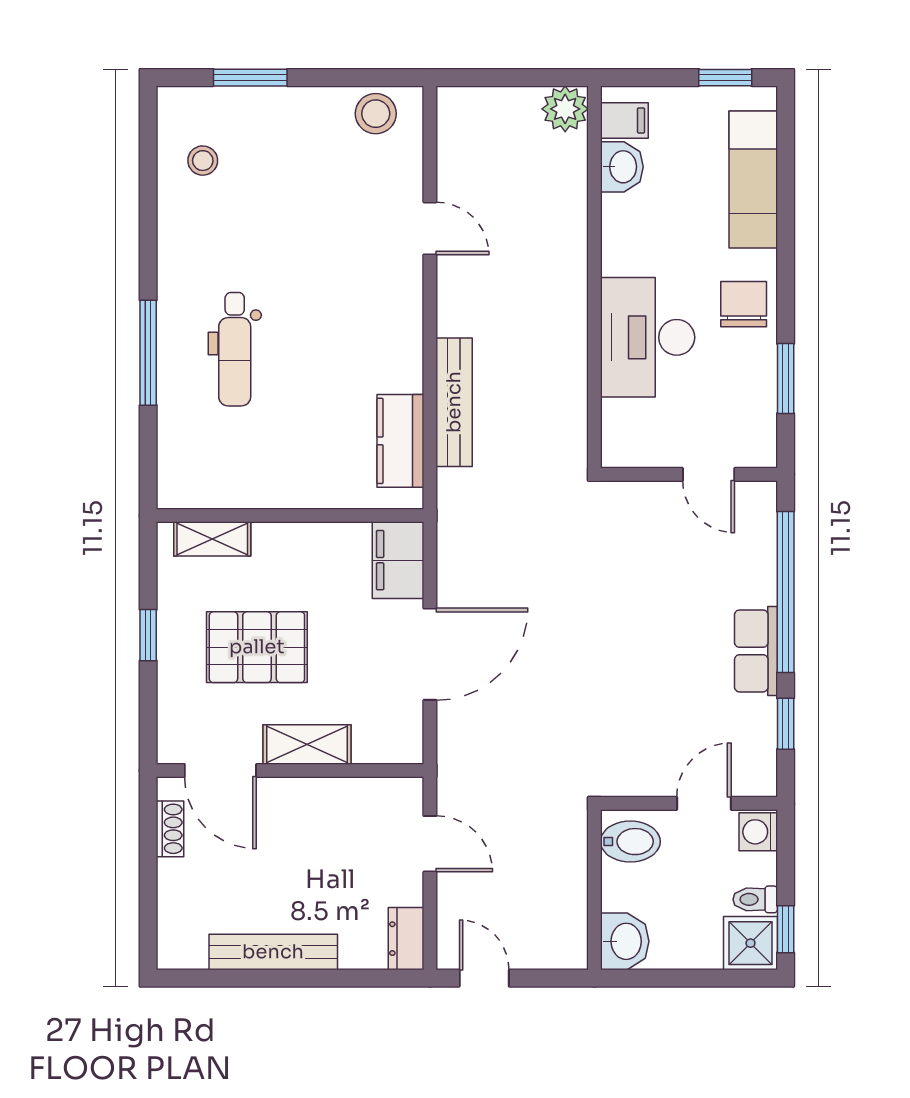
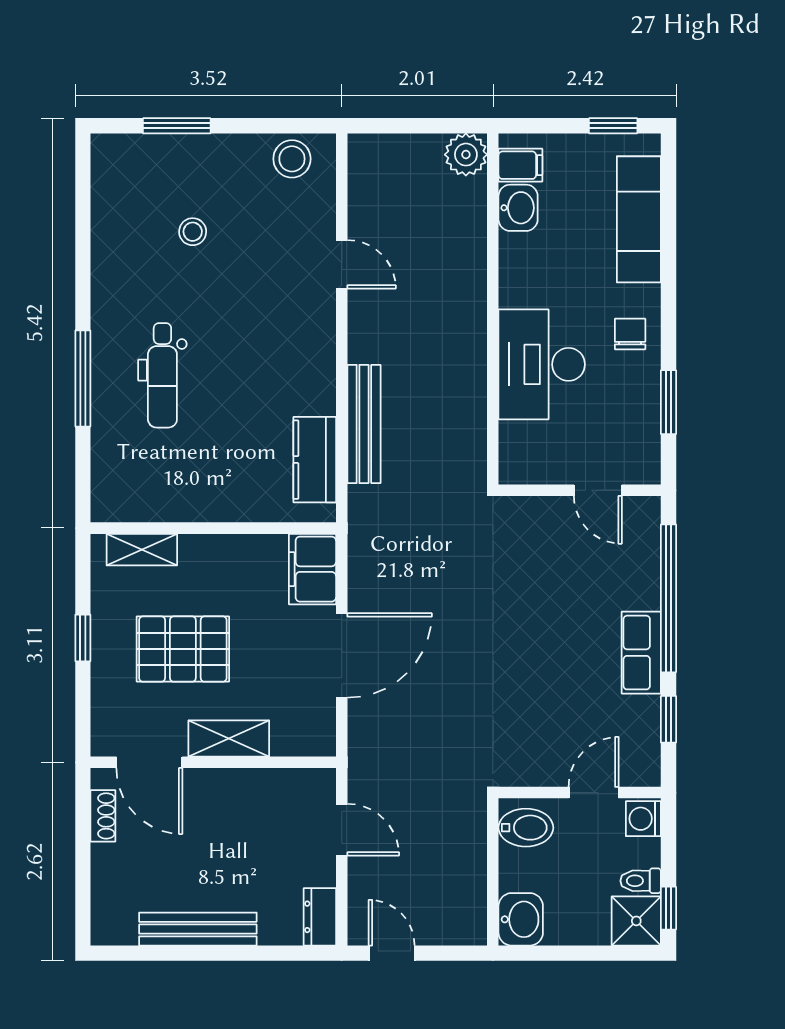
stool: (203, 161) -> (193, 232), moved
chair: (744, 304) -> (630, 334), width x0.73, depth x0.73

